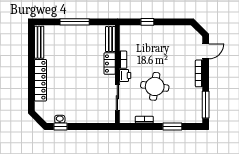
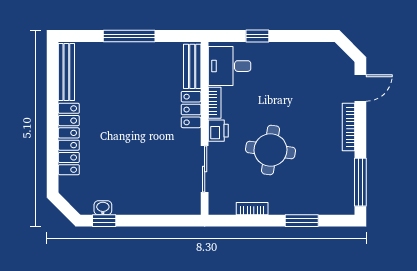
desk: (132, 39) -> (230, 66), added

